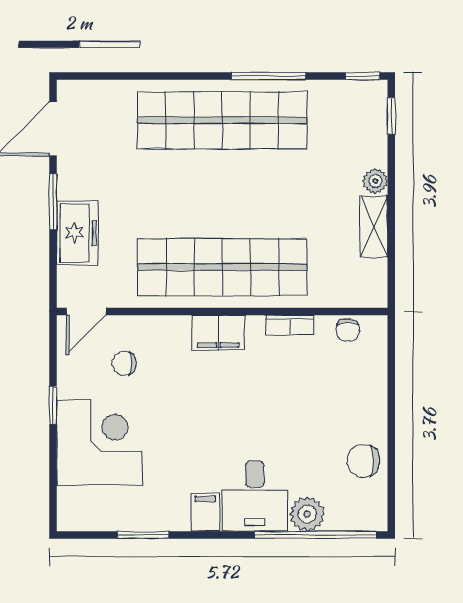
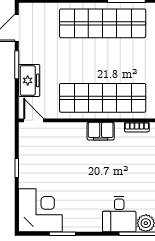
door: (86, 311) -> (34, 120), swing flipped
chair: (124, 363) -> (53, 147), removed
corner desk: (99, 443) -> (40, 210), moved
filing cabinet: (205, 512) -> (94, 222), removed

